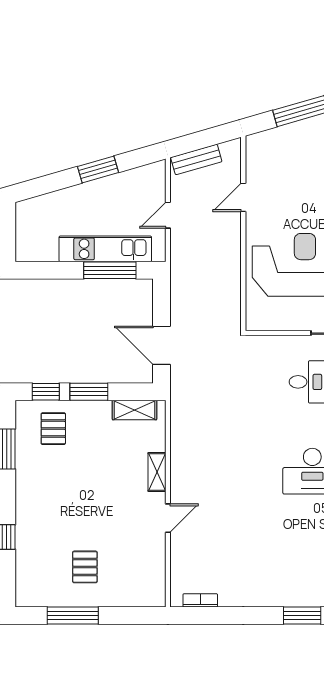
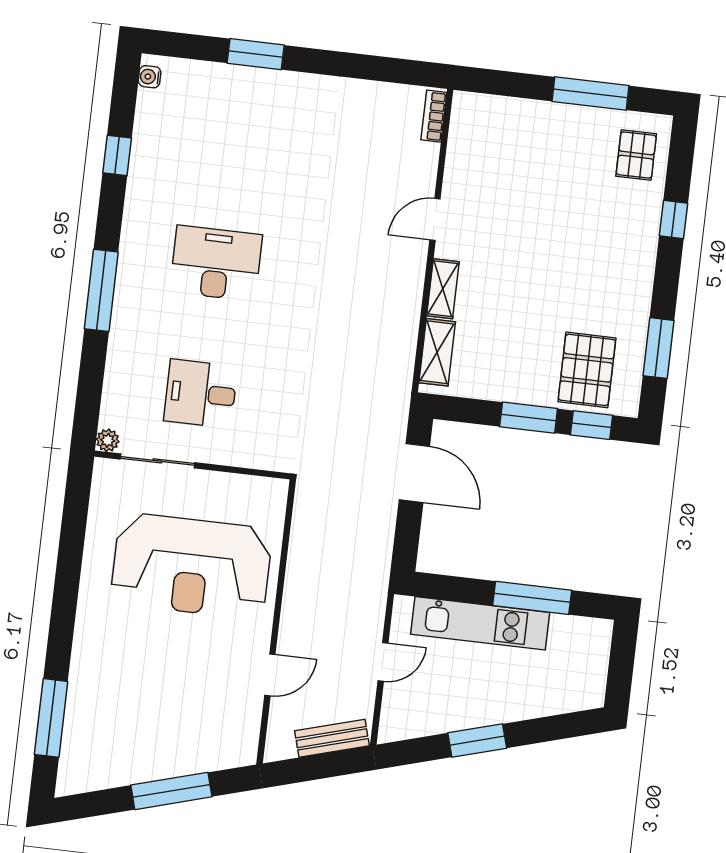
window: (110, 270) -> (532, 598), moved
shelving: (134, 410) -> (437, 352), moved, turned 90
pallet: (53, 429) -> (587, 370), width x1.50, depth x1.42
pallet: (85, 567) -> (636, 155), moved
bookcase: (200, 600) -> (434, 116), moved, turned 90

